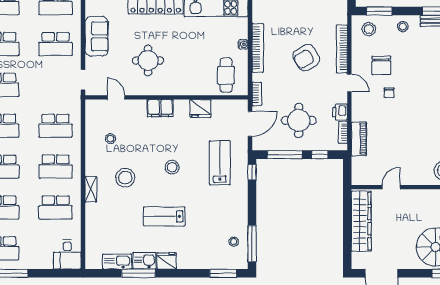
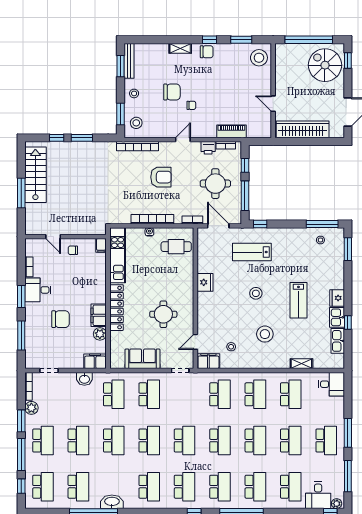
bookcase: (342, 49) -> (138, 146), moved
armchair: (306, 58) -> (161, 177), turned -58
chair: (381, 65) -> (172, 92), moved
filing cabinet: (160, 108) -> (208, 361), moved, turned -90
fridge: (200, 108) -> (205, 282), moved
shelving: (91, 189) -> (301, 364), moved
window: (138, 273) -> (348, 322), width x0.46

